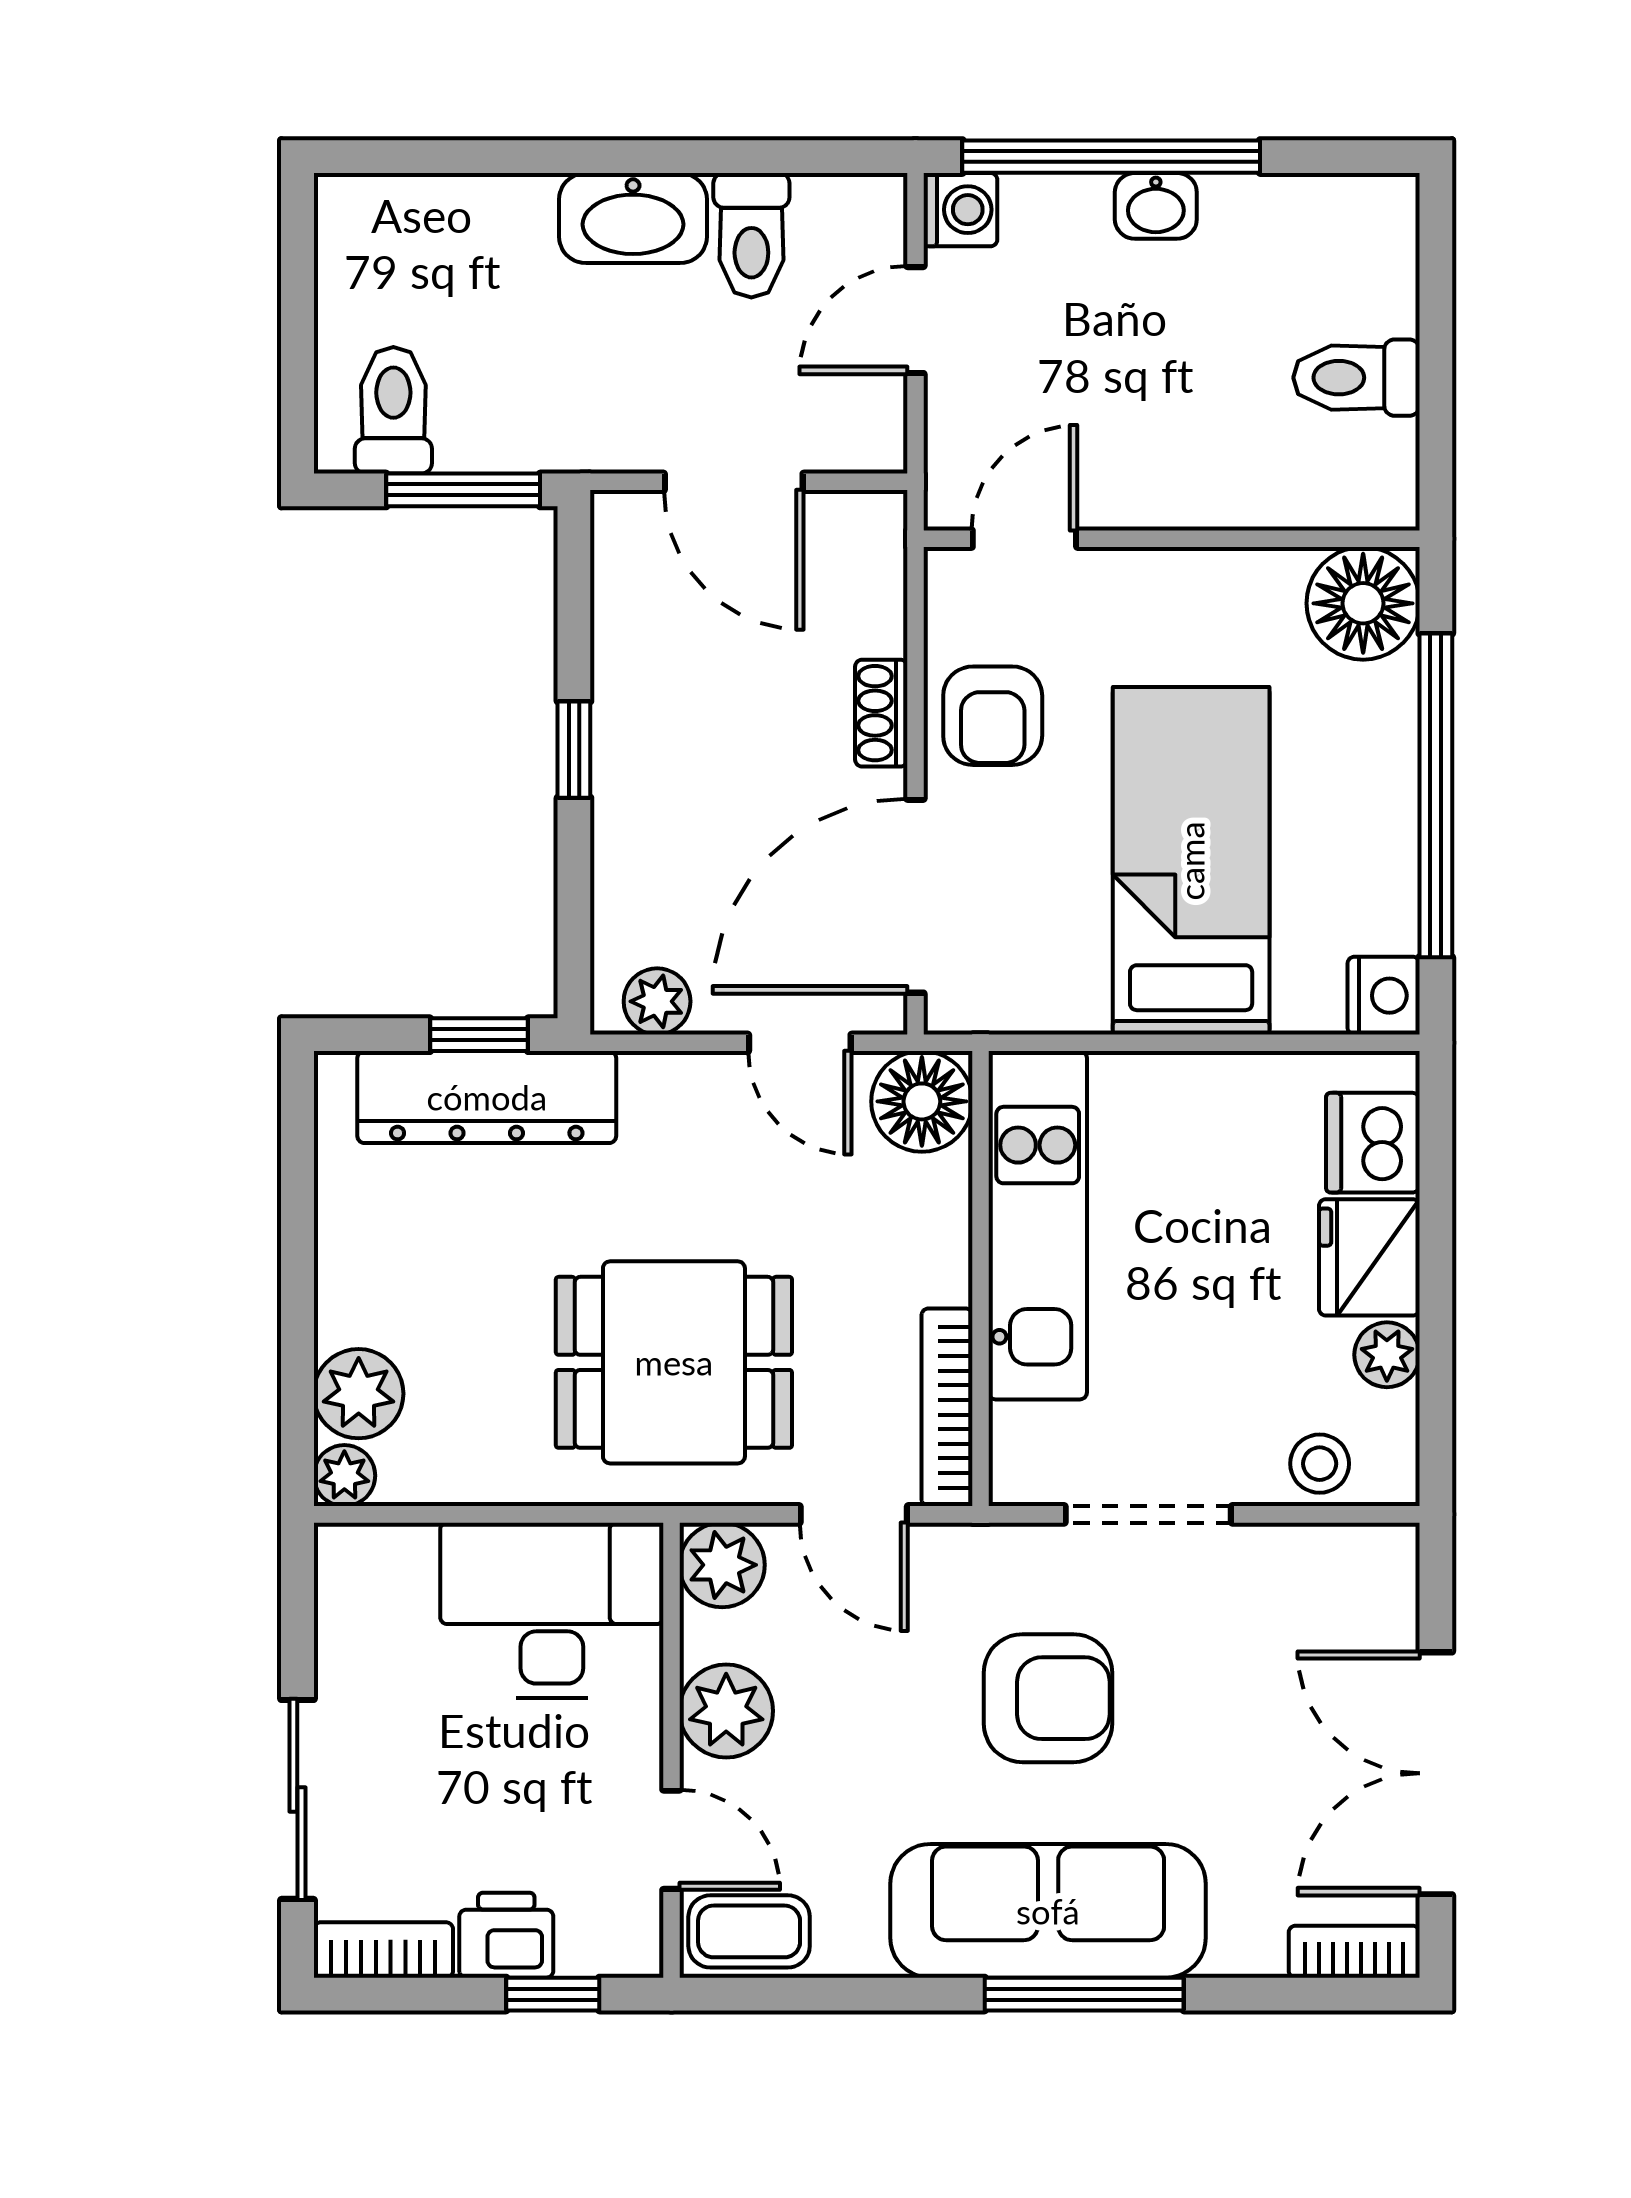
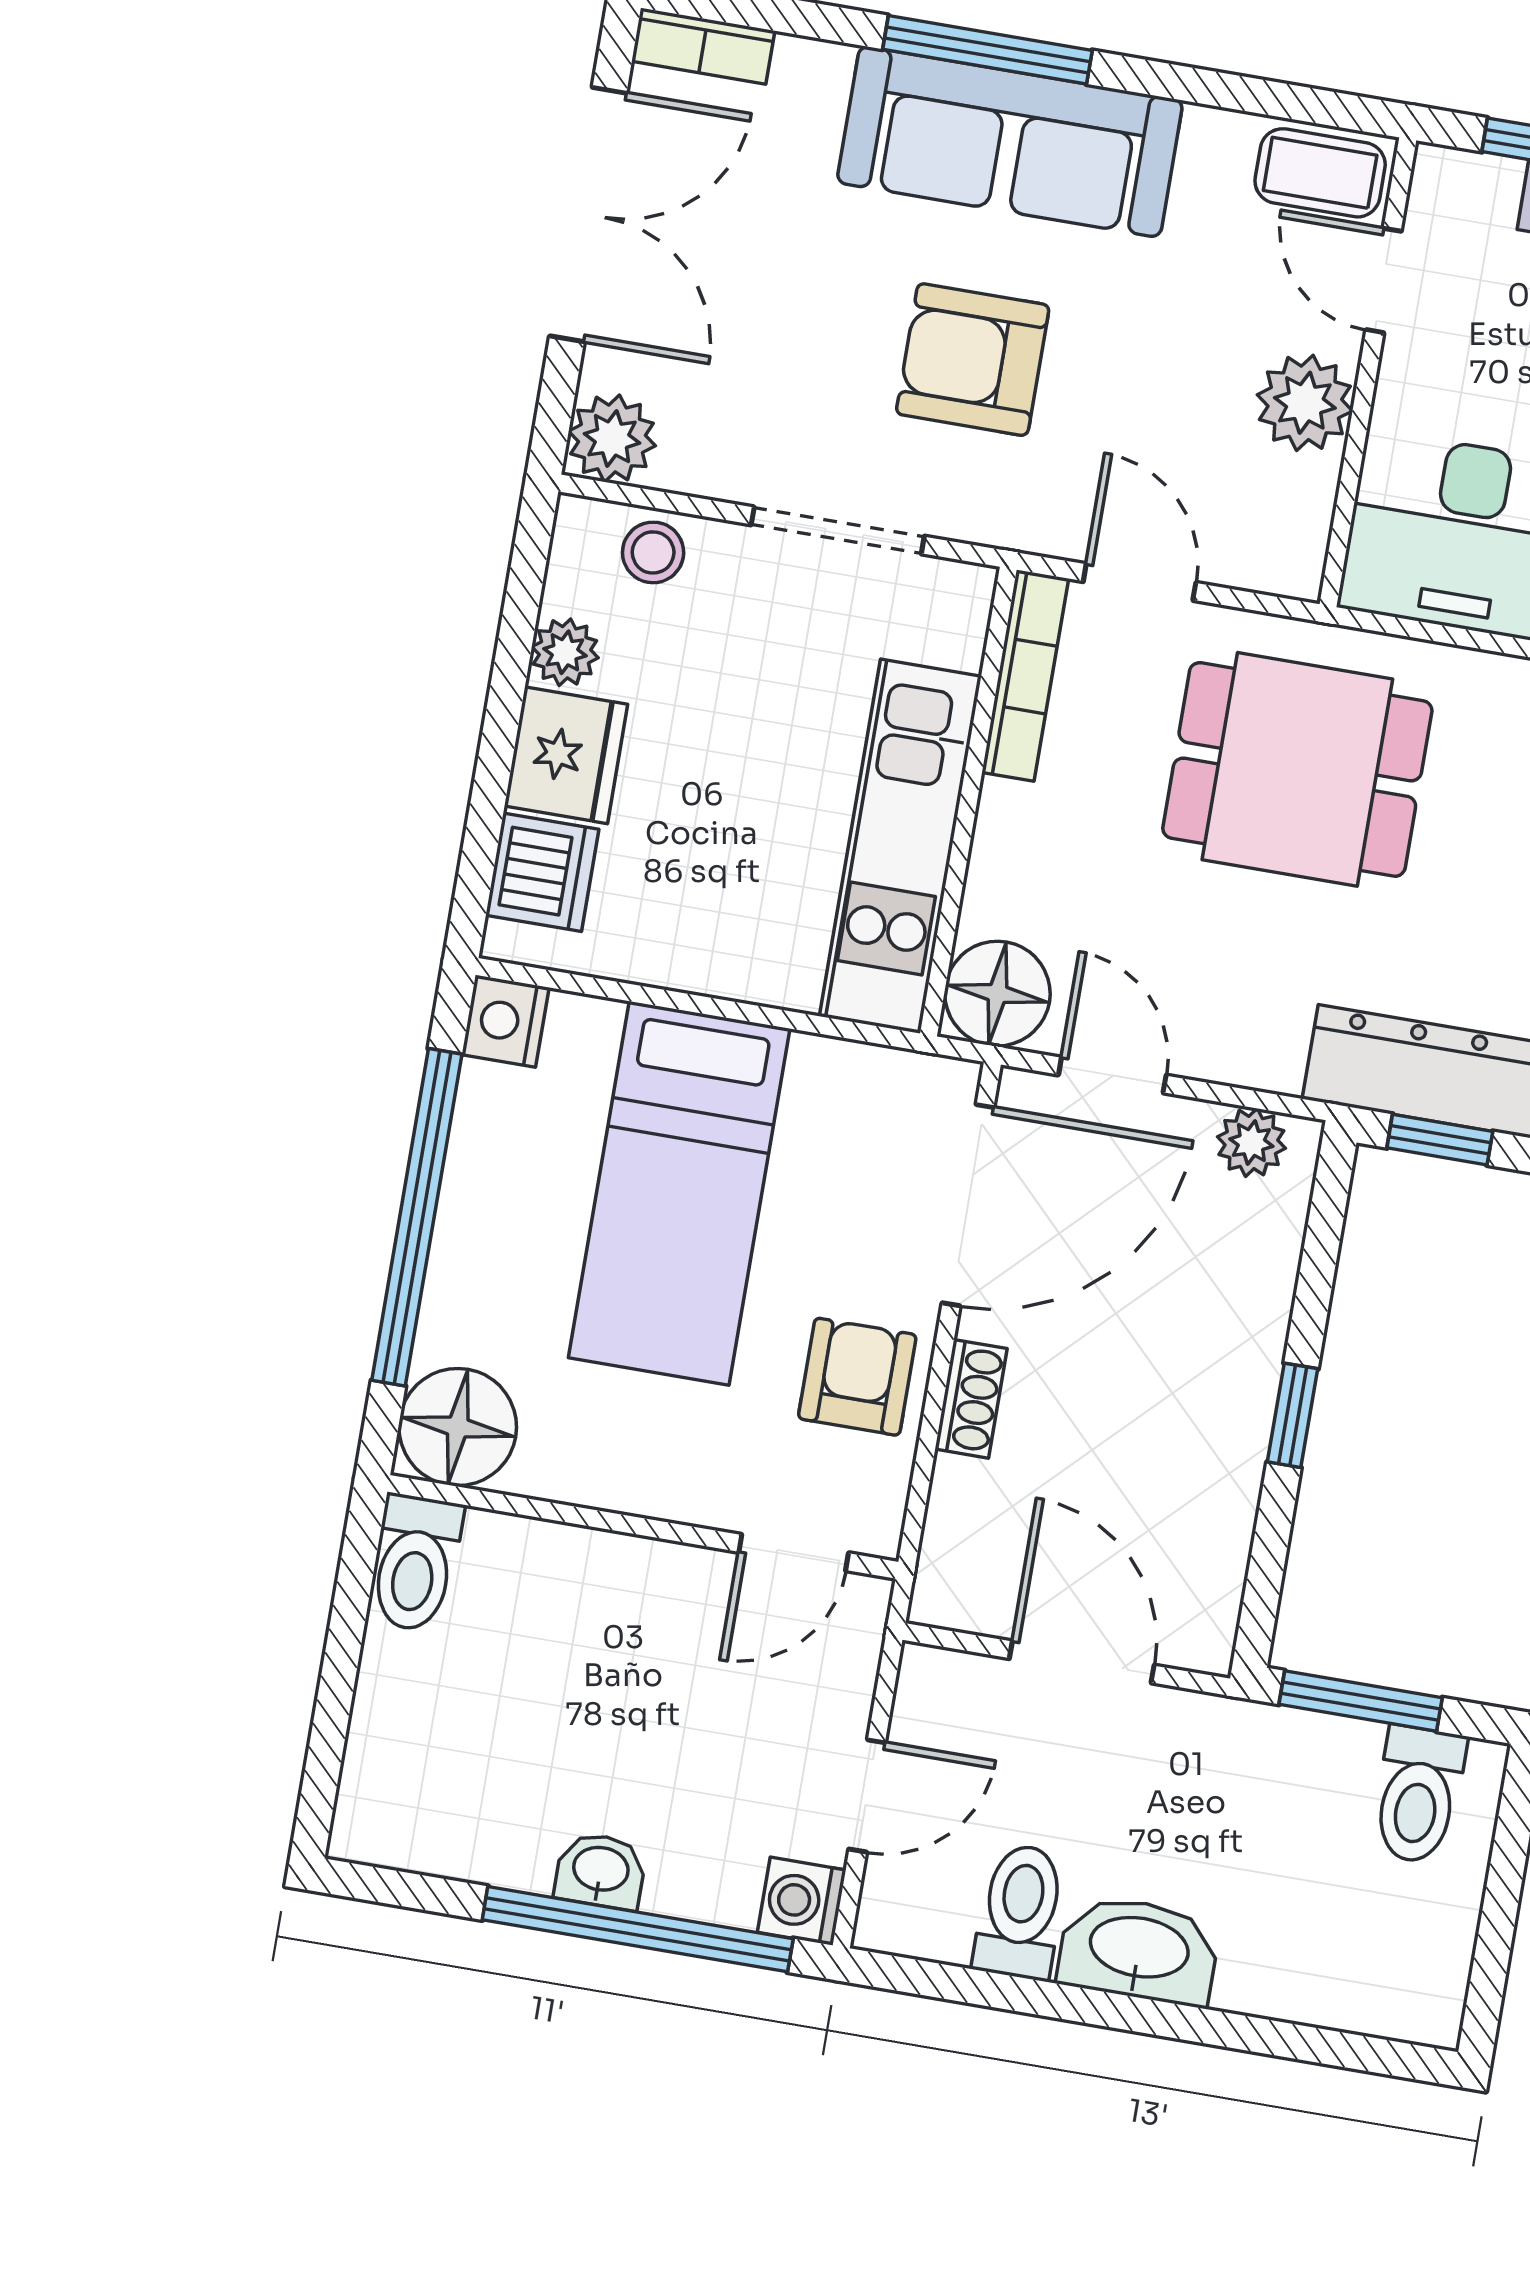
toilet: (1356, 378) -> (415, 1563), moved, turned 90
plant: (722, 1565) -> (612, 438), moved

